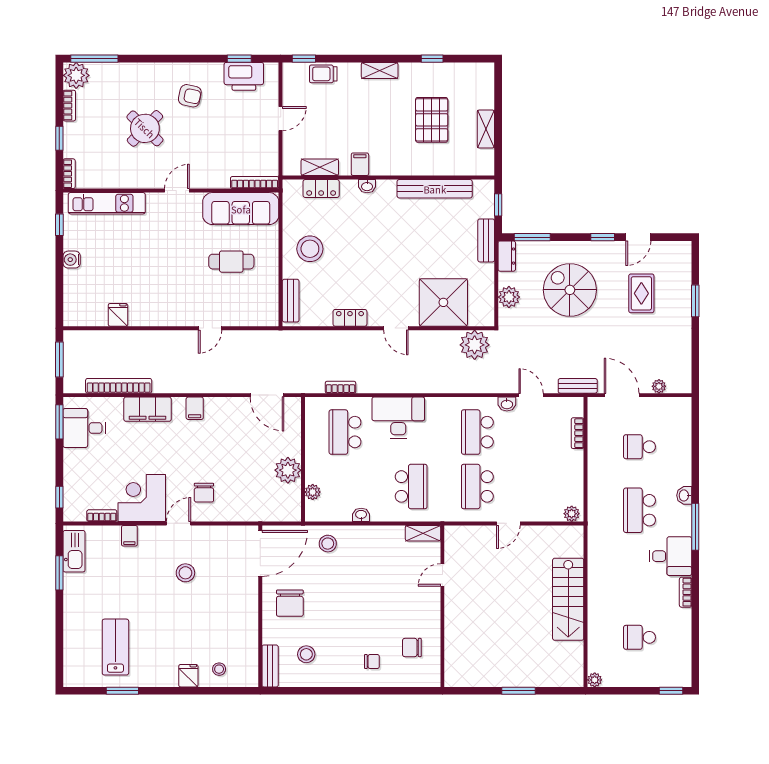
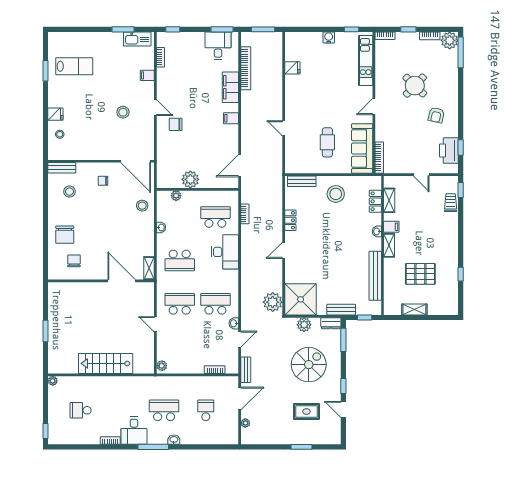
shelving: (380, 70) -> (389, 245), moved
door: (177, 191) -> (374, 107), swing flipped
shower: (443, 302) -> (301, 299), moved
corner desk: (142, 498) -> (172, 84), removed
door: (442, 575) -> (122, 281), width x1.87
chair: (290, 603) -> (103, 181), width x0.54, depth x0.54
school desk: (639, 637) -> (81, 410), turned -90
chair: (372, 661) -> (65, 235), width x1.87, depth x1.87

